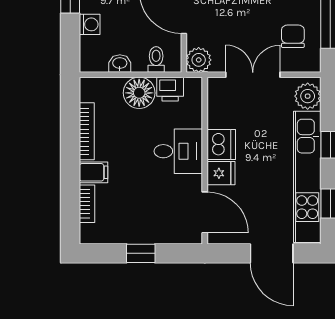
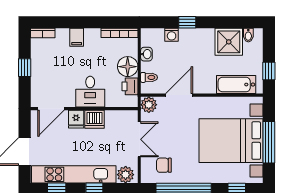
chair: (293, 36) -> (164, 165), turned 180
bookcase: (87, 131) -> (119, 33), moved
bookcase: (87, 204) -> (43, 33), moved

